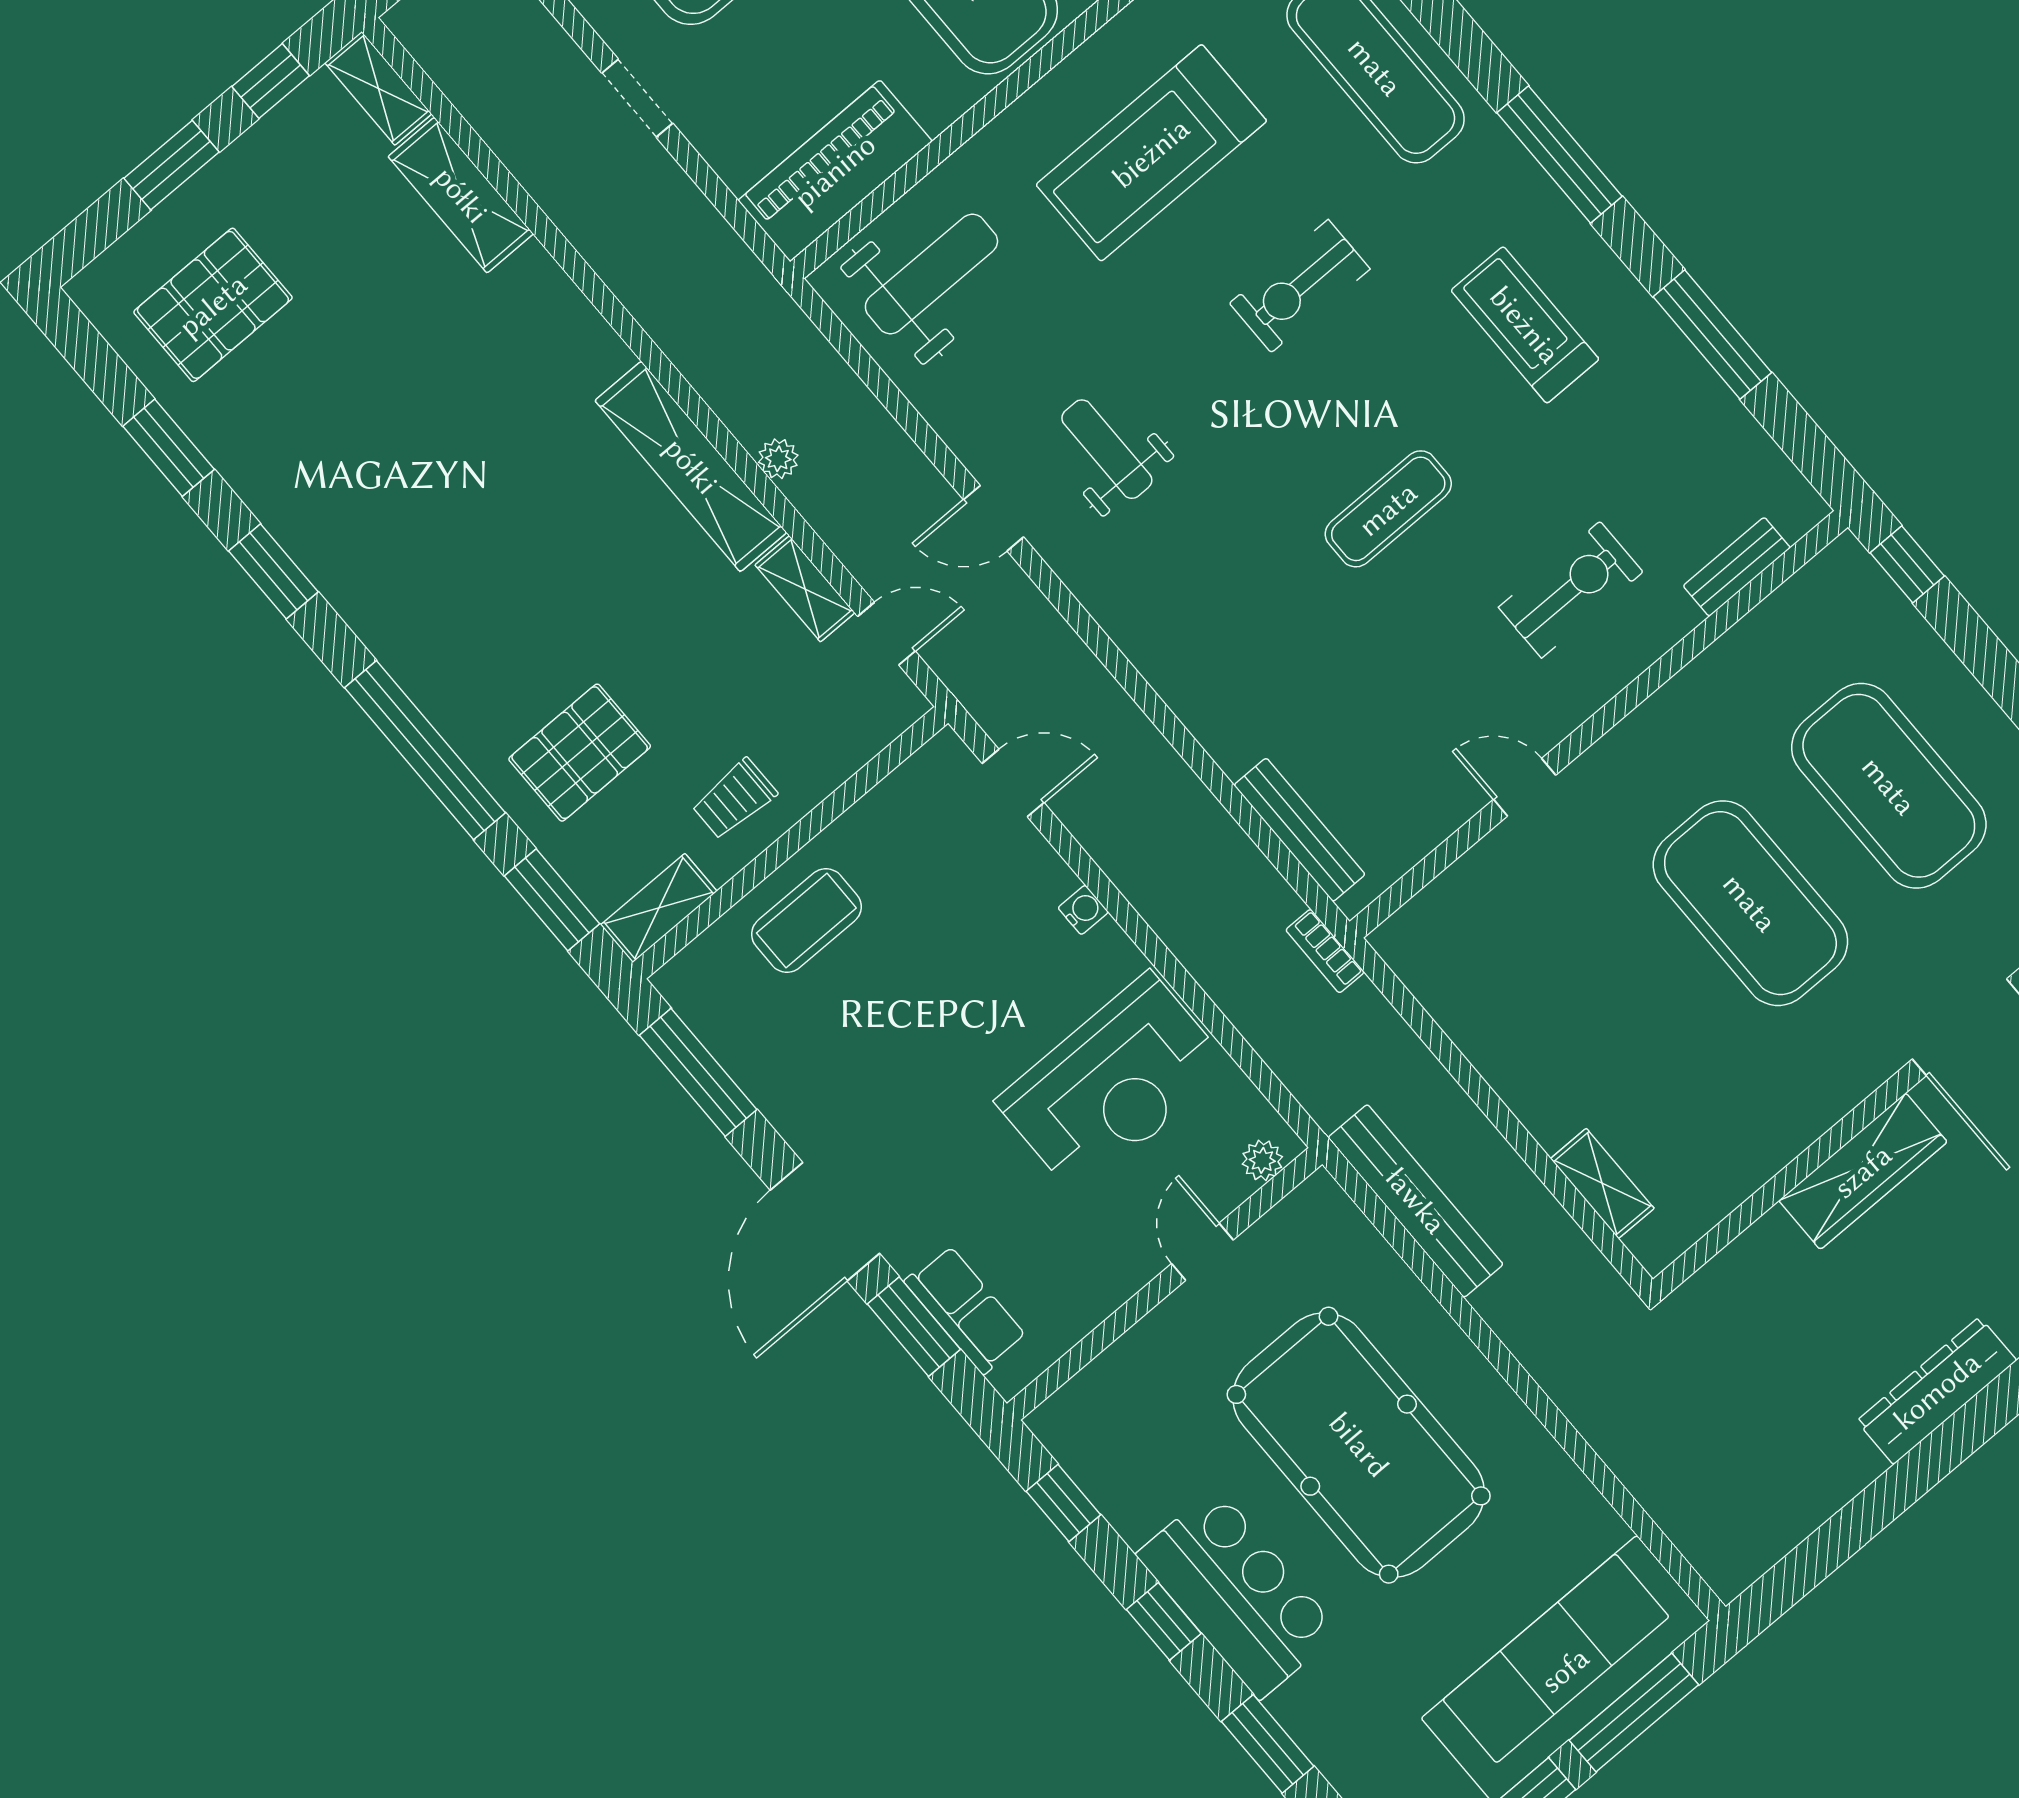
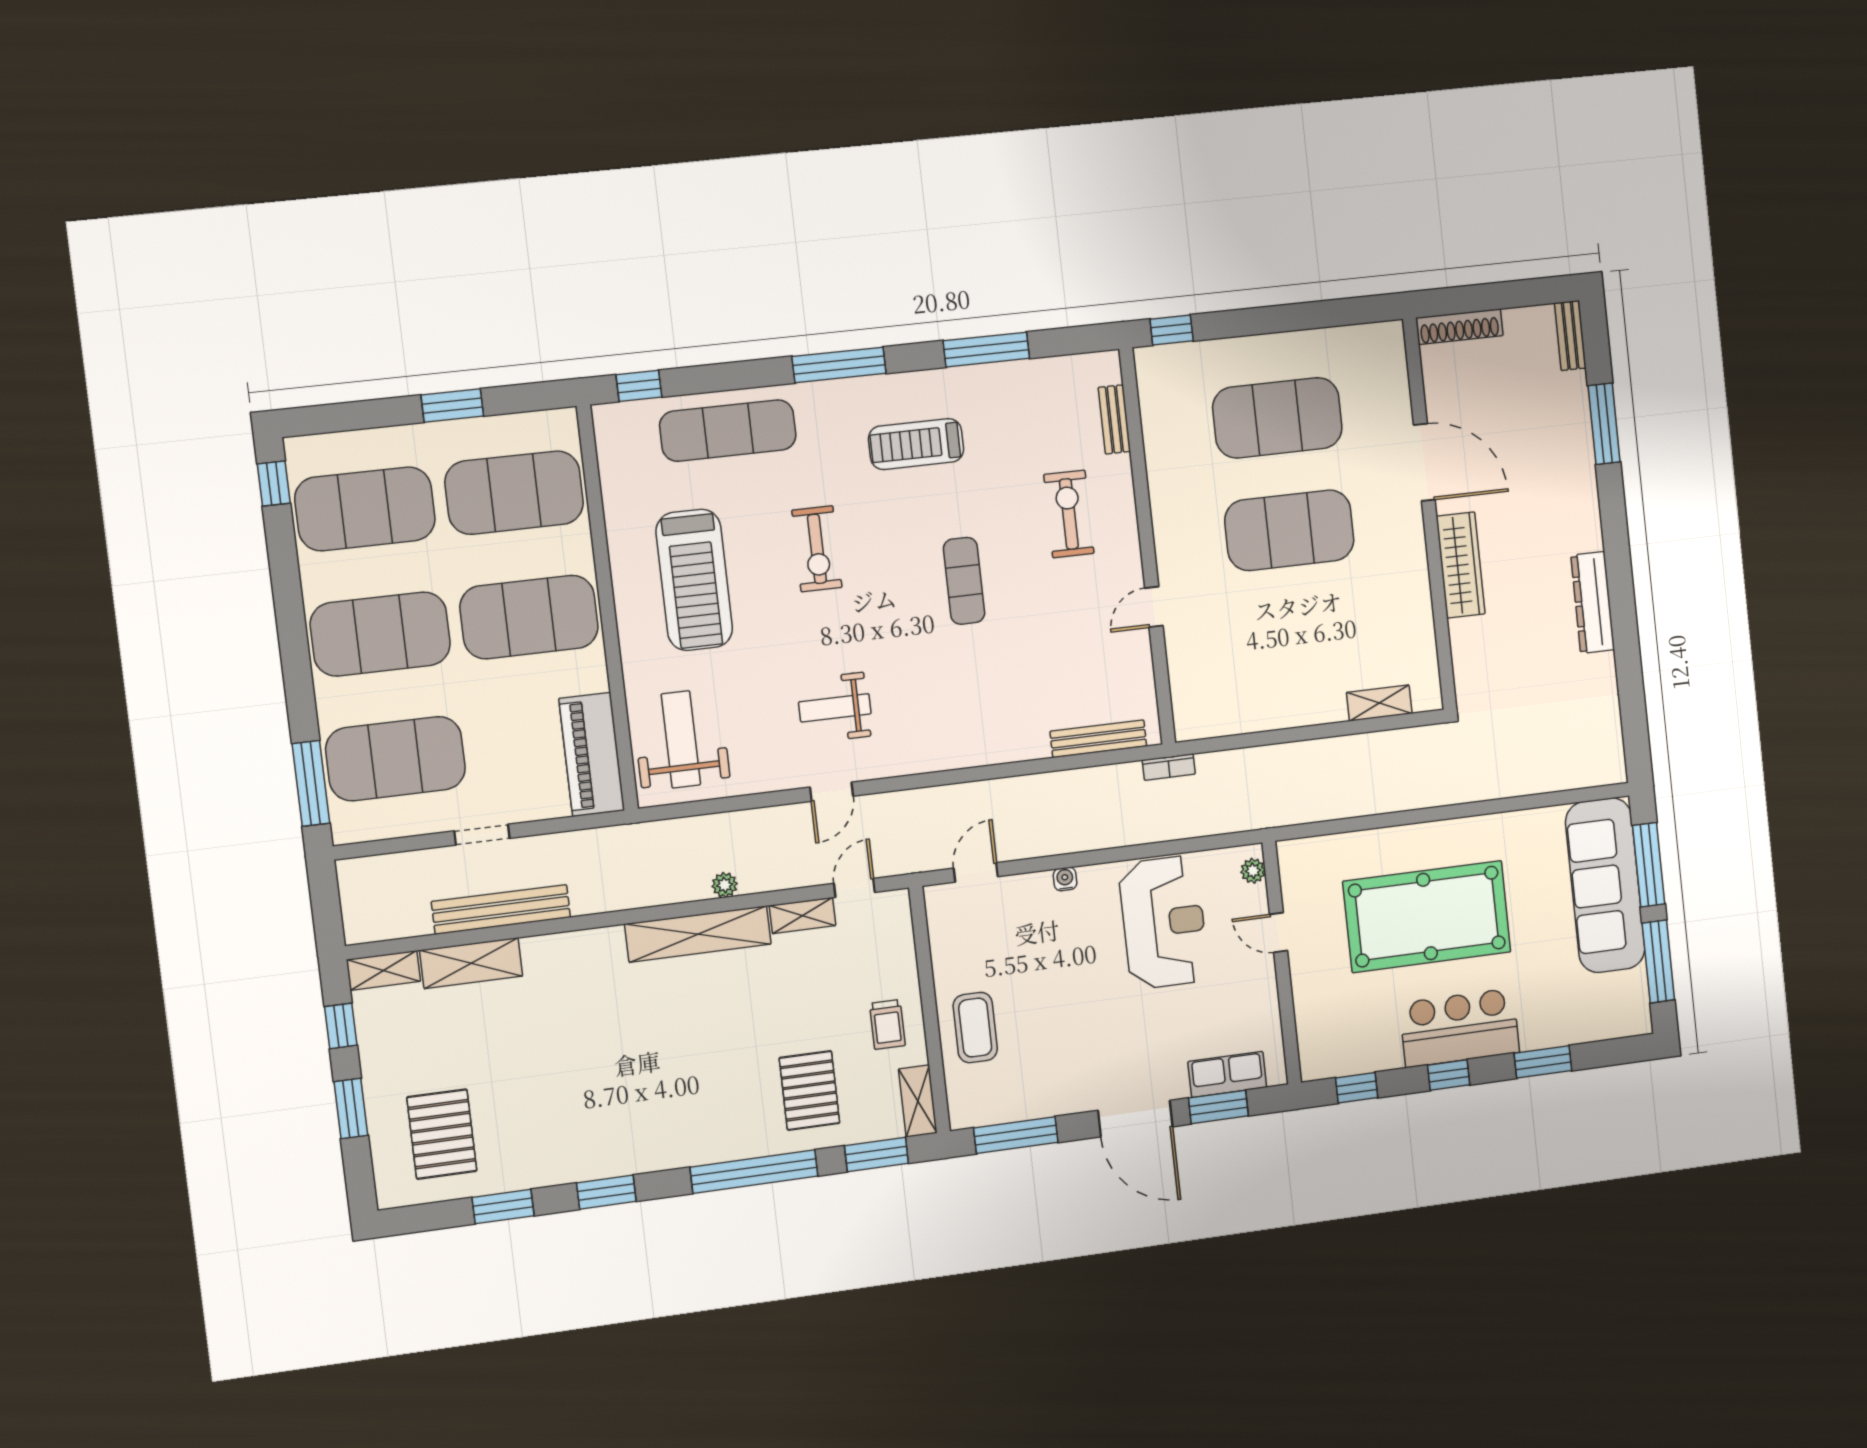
bench: (1416, 1201) -> (501, 909), moved

